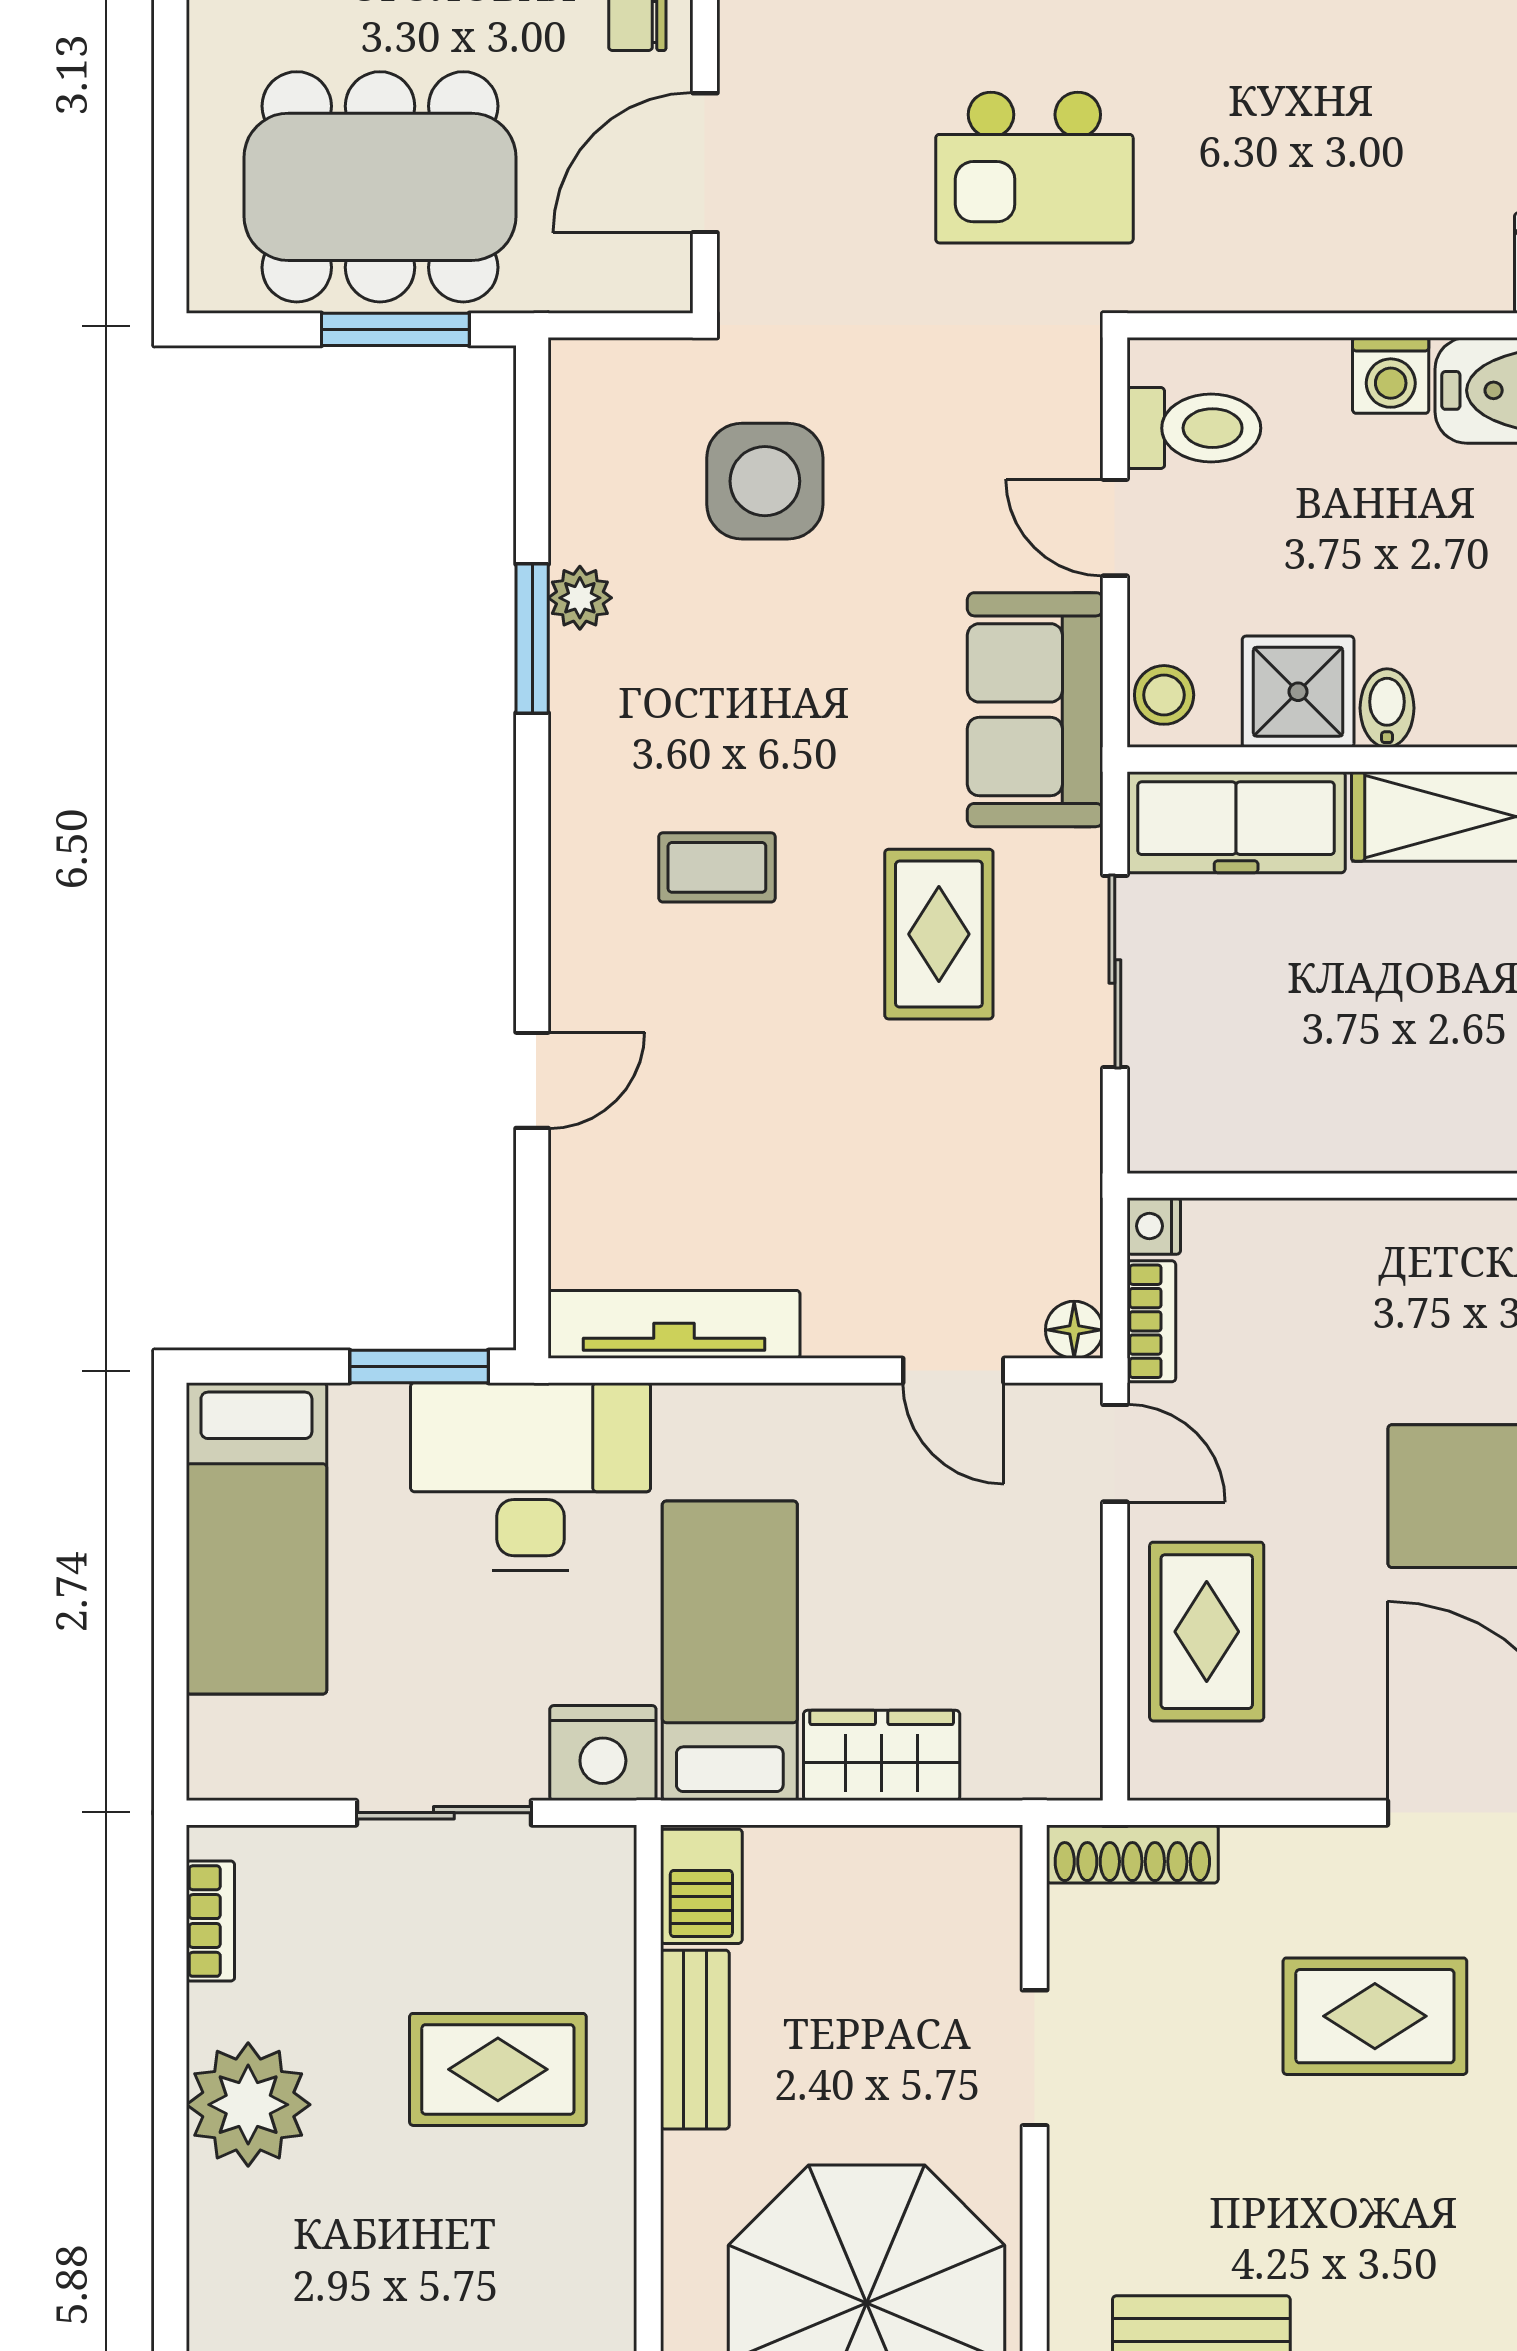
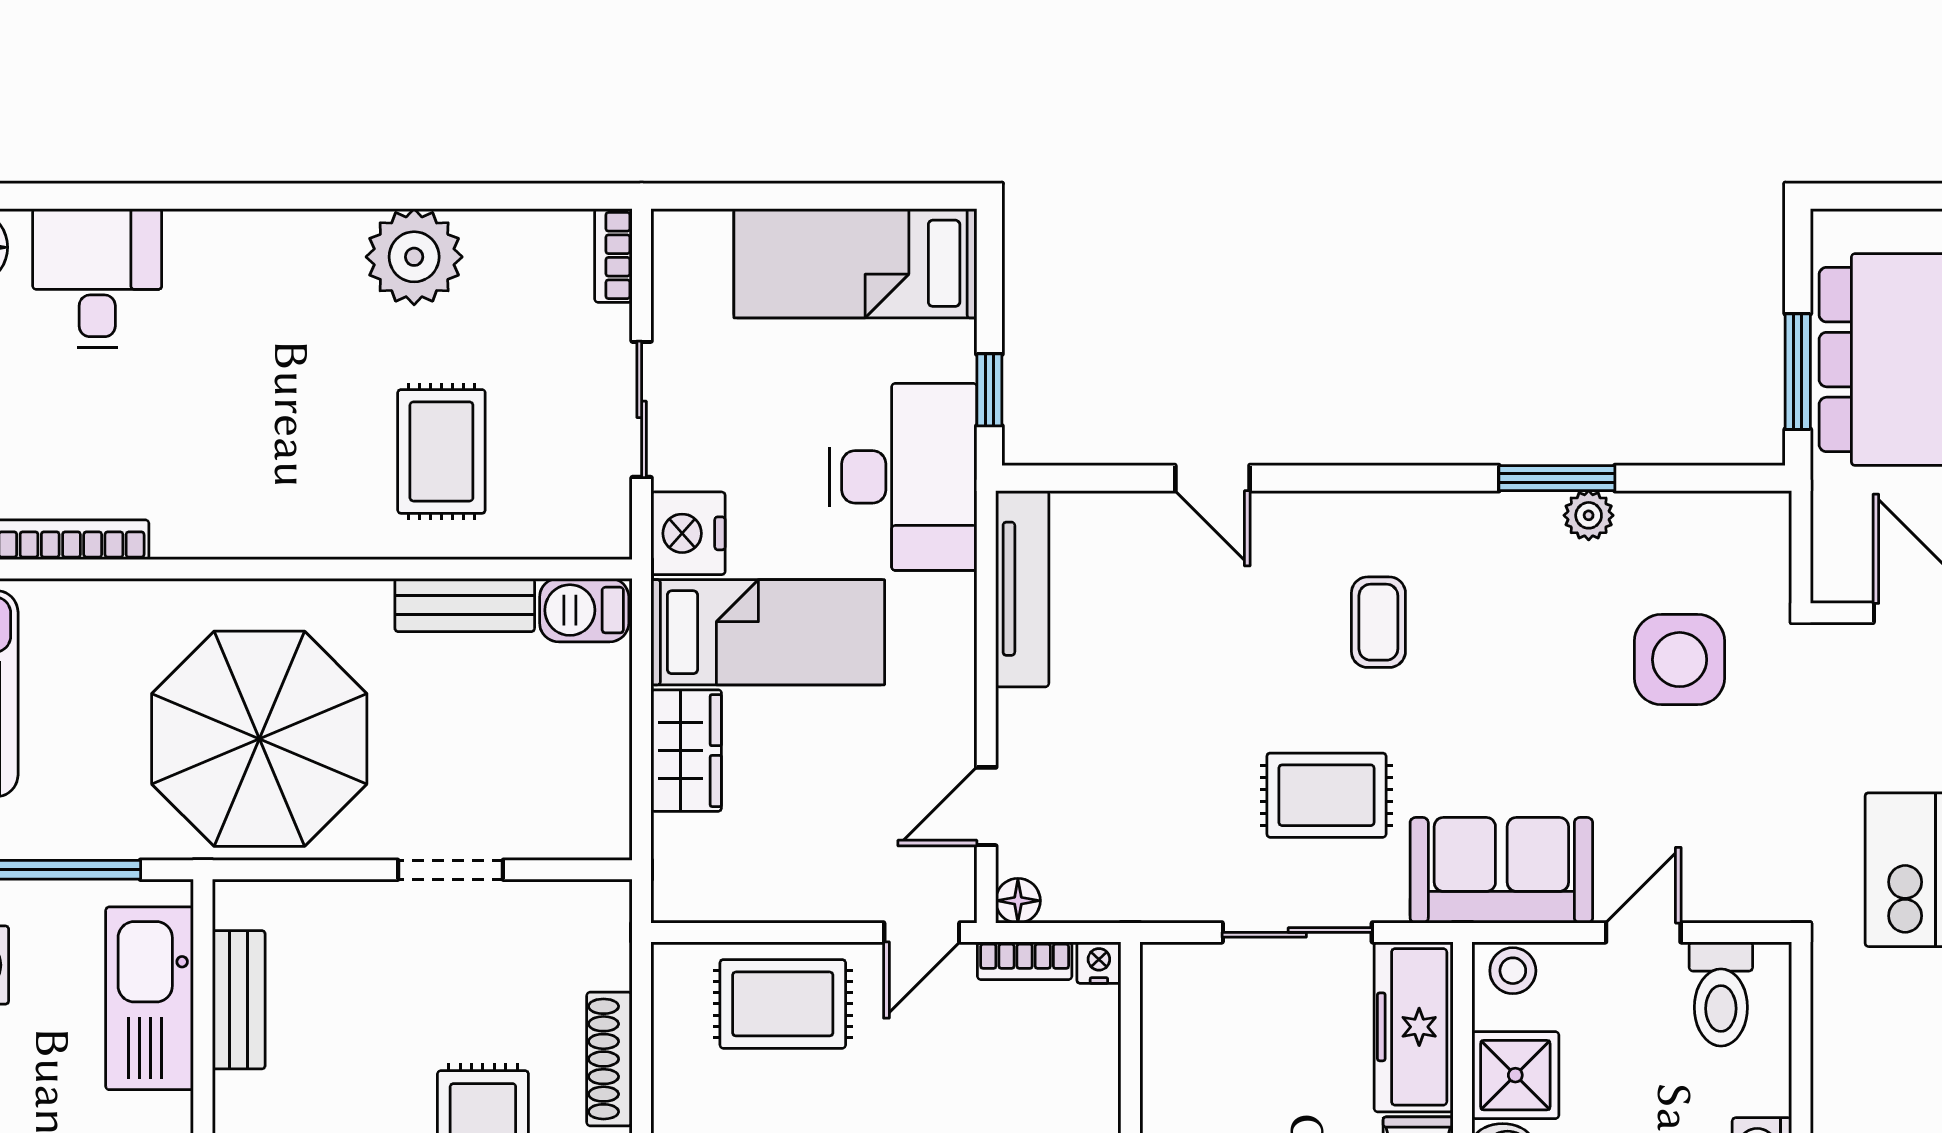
window: (419, 1367) -> (989, 390), width x0.67
shoe rack: (1132, 1854) -> (609, 1059), moved
bookcase: (210, 1921) -> (613, 255), moved, turned 90

